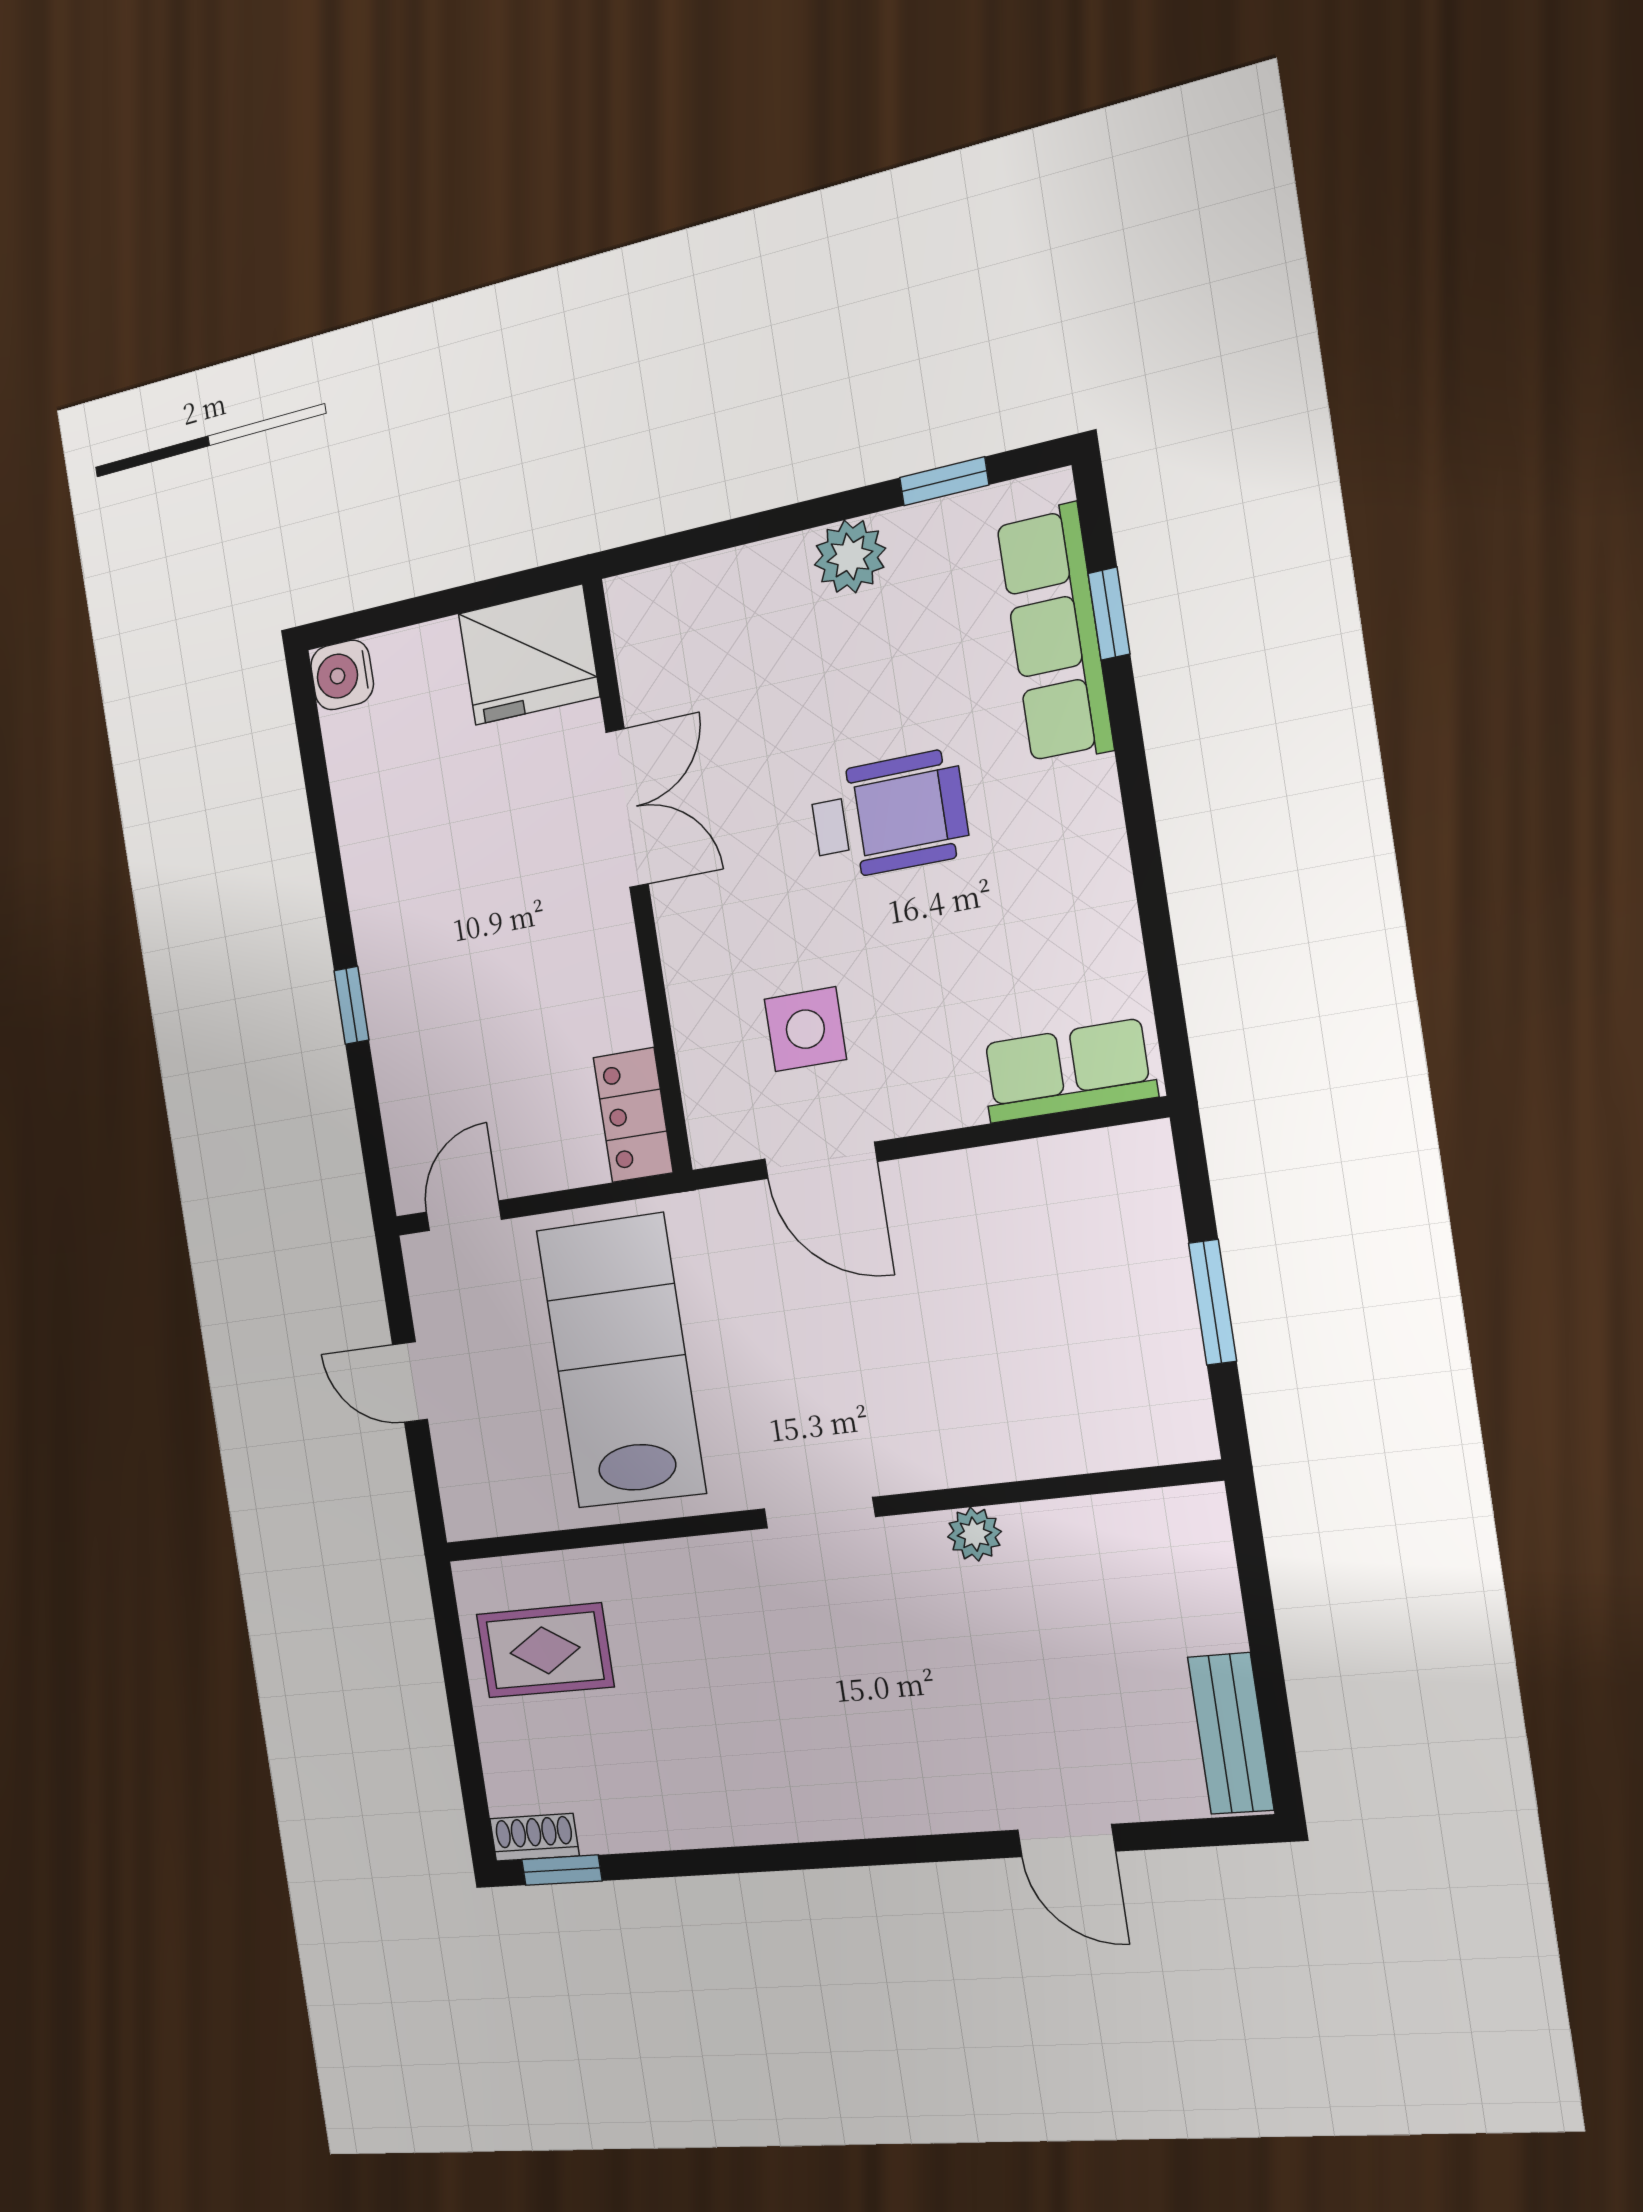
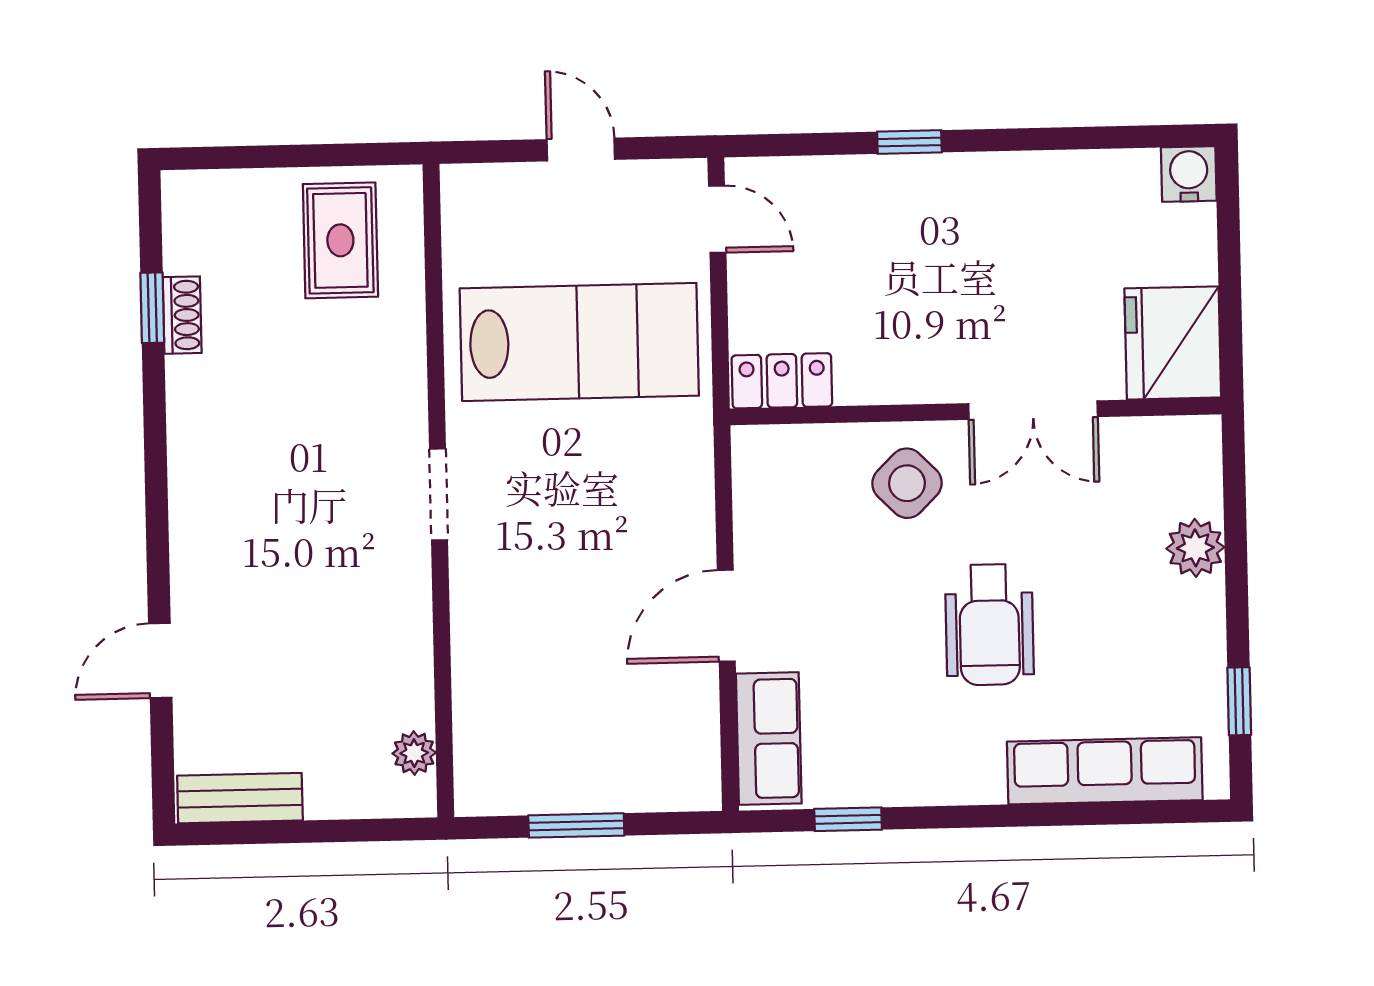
plant: (850, 557) -> (1195, 548), moved
window: (1109, 614) -> (848, 819), moved
side table: (805, 1029) -> (907, 483), moved, turned 45
door: (821, 1160) -> (726, 616), moved
door: (410, 1382) -> (581, 149), hinge flipped
plant: (974, 1534) -> (414, 753), moved
shoe rack: (534, 1837) -> (182, 315), moved
window: (562, 1870) -> (152, 308), moved

